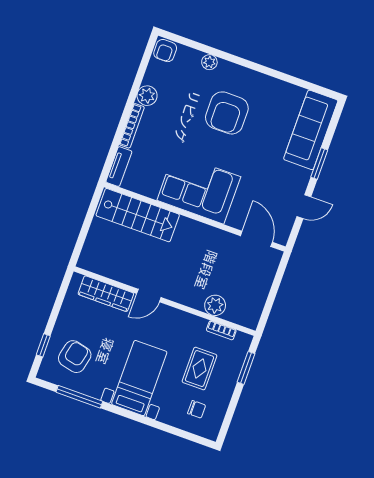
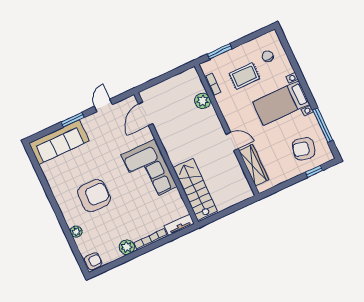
door: (304, 207) -> (103, 105), hinge flipped

